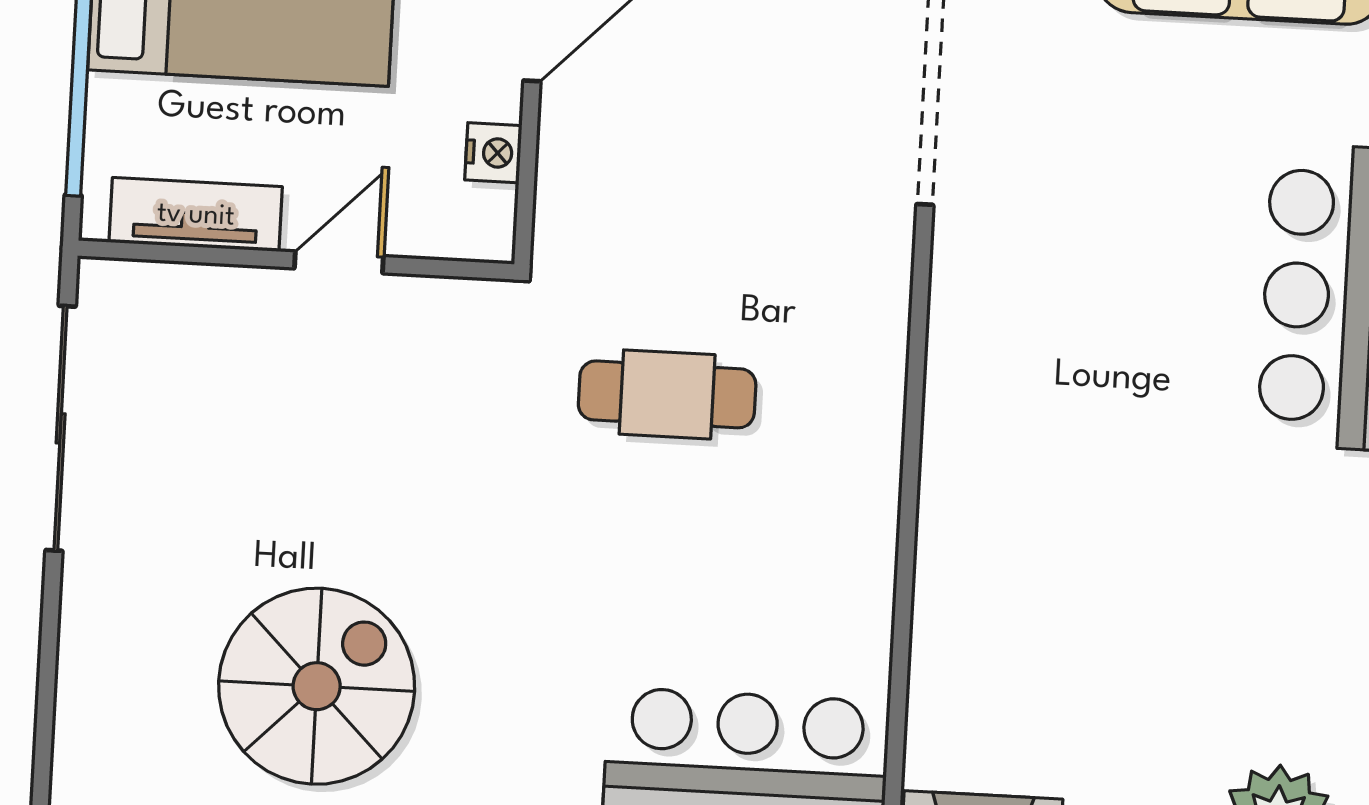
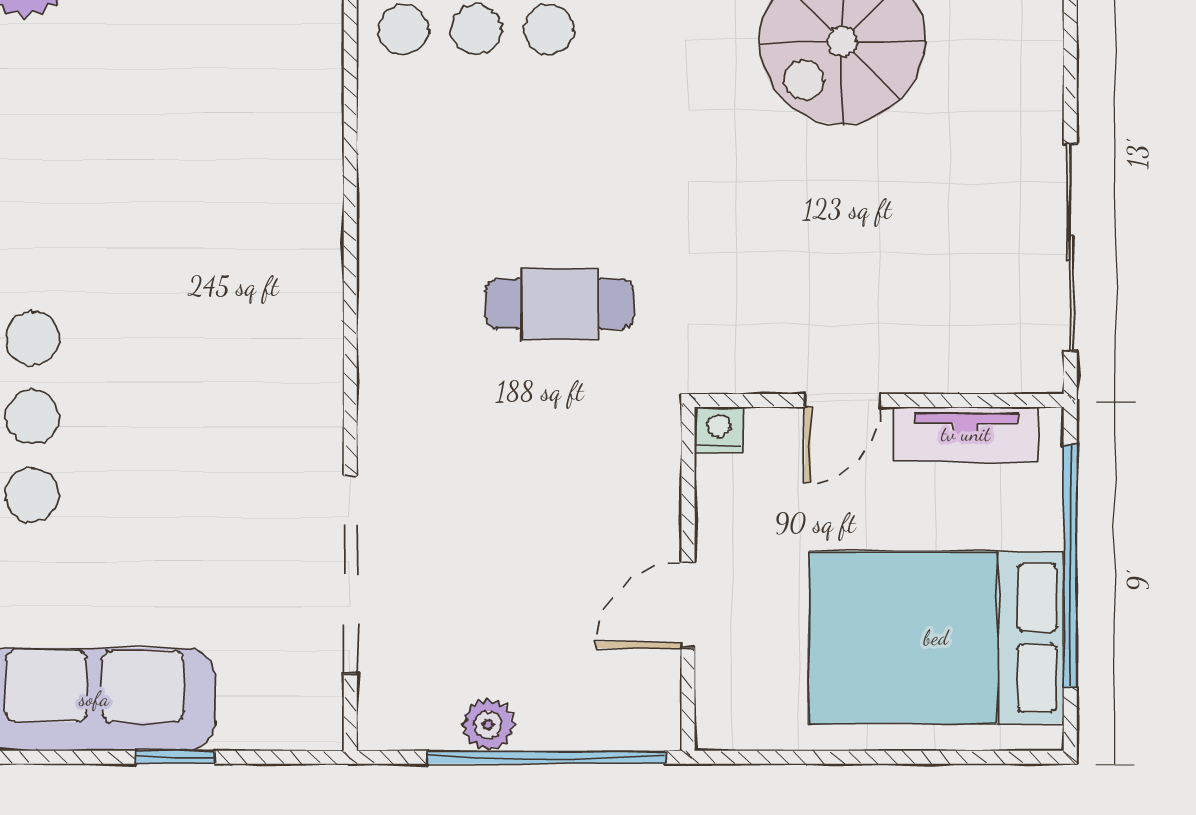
nightstand: (493, 153) -> (719, 430), moved, turned 90

